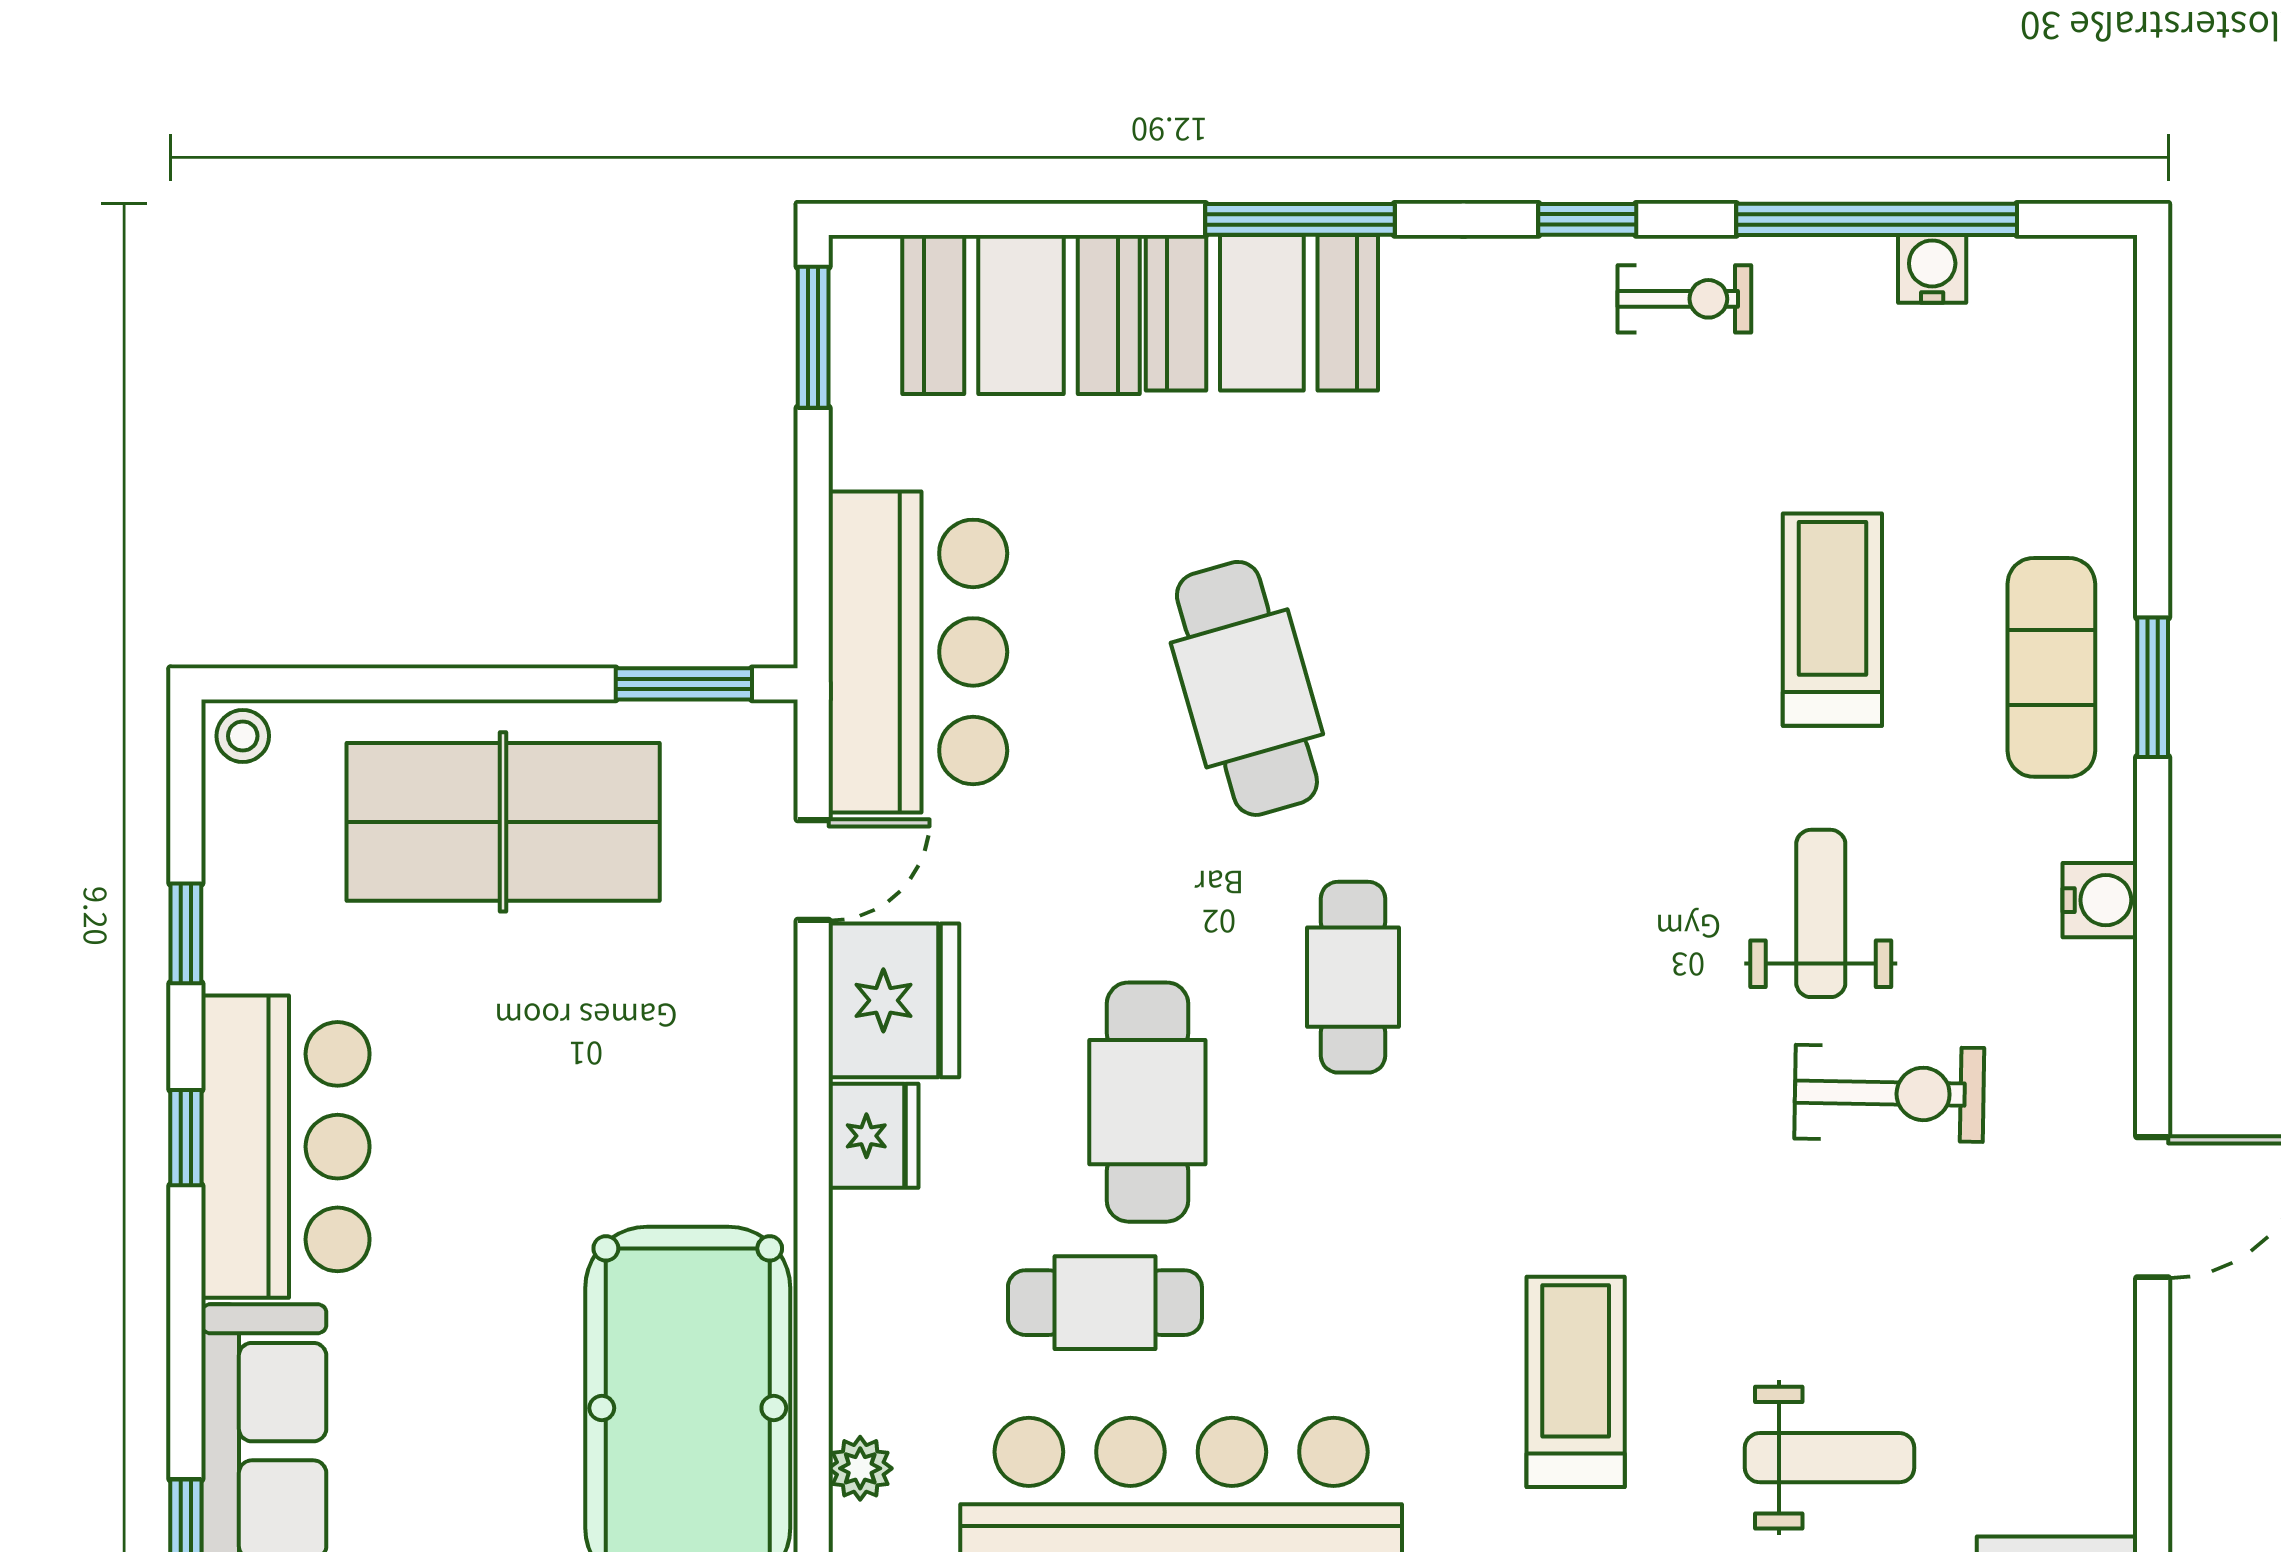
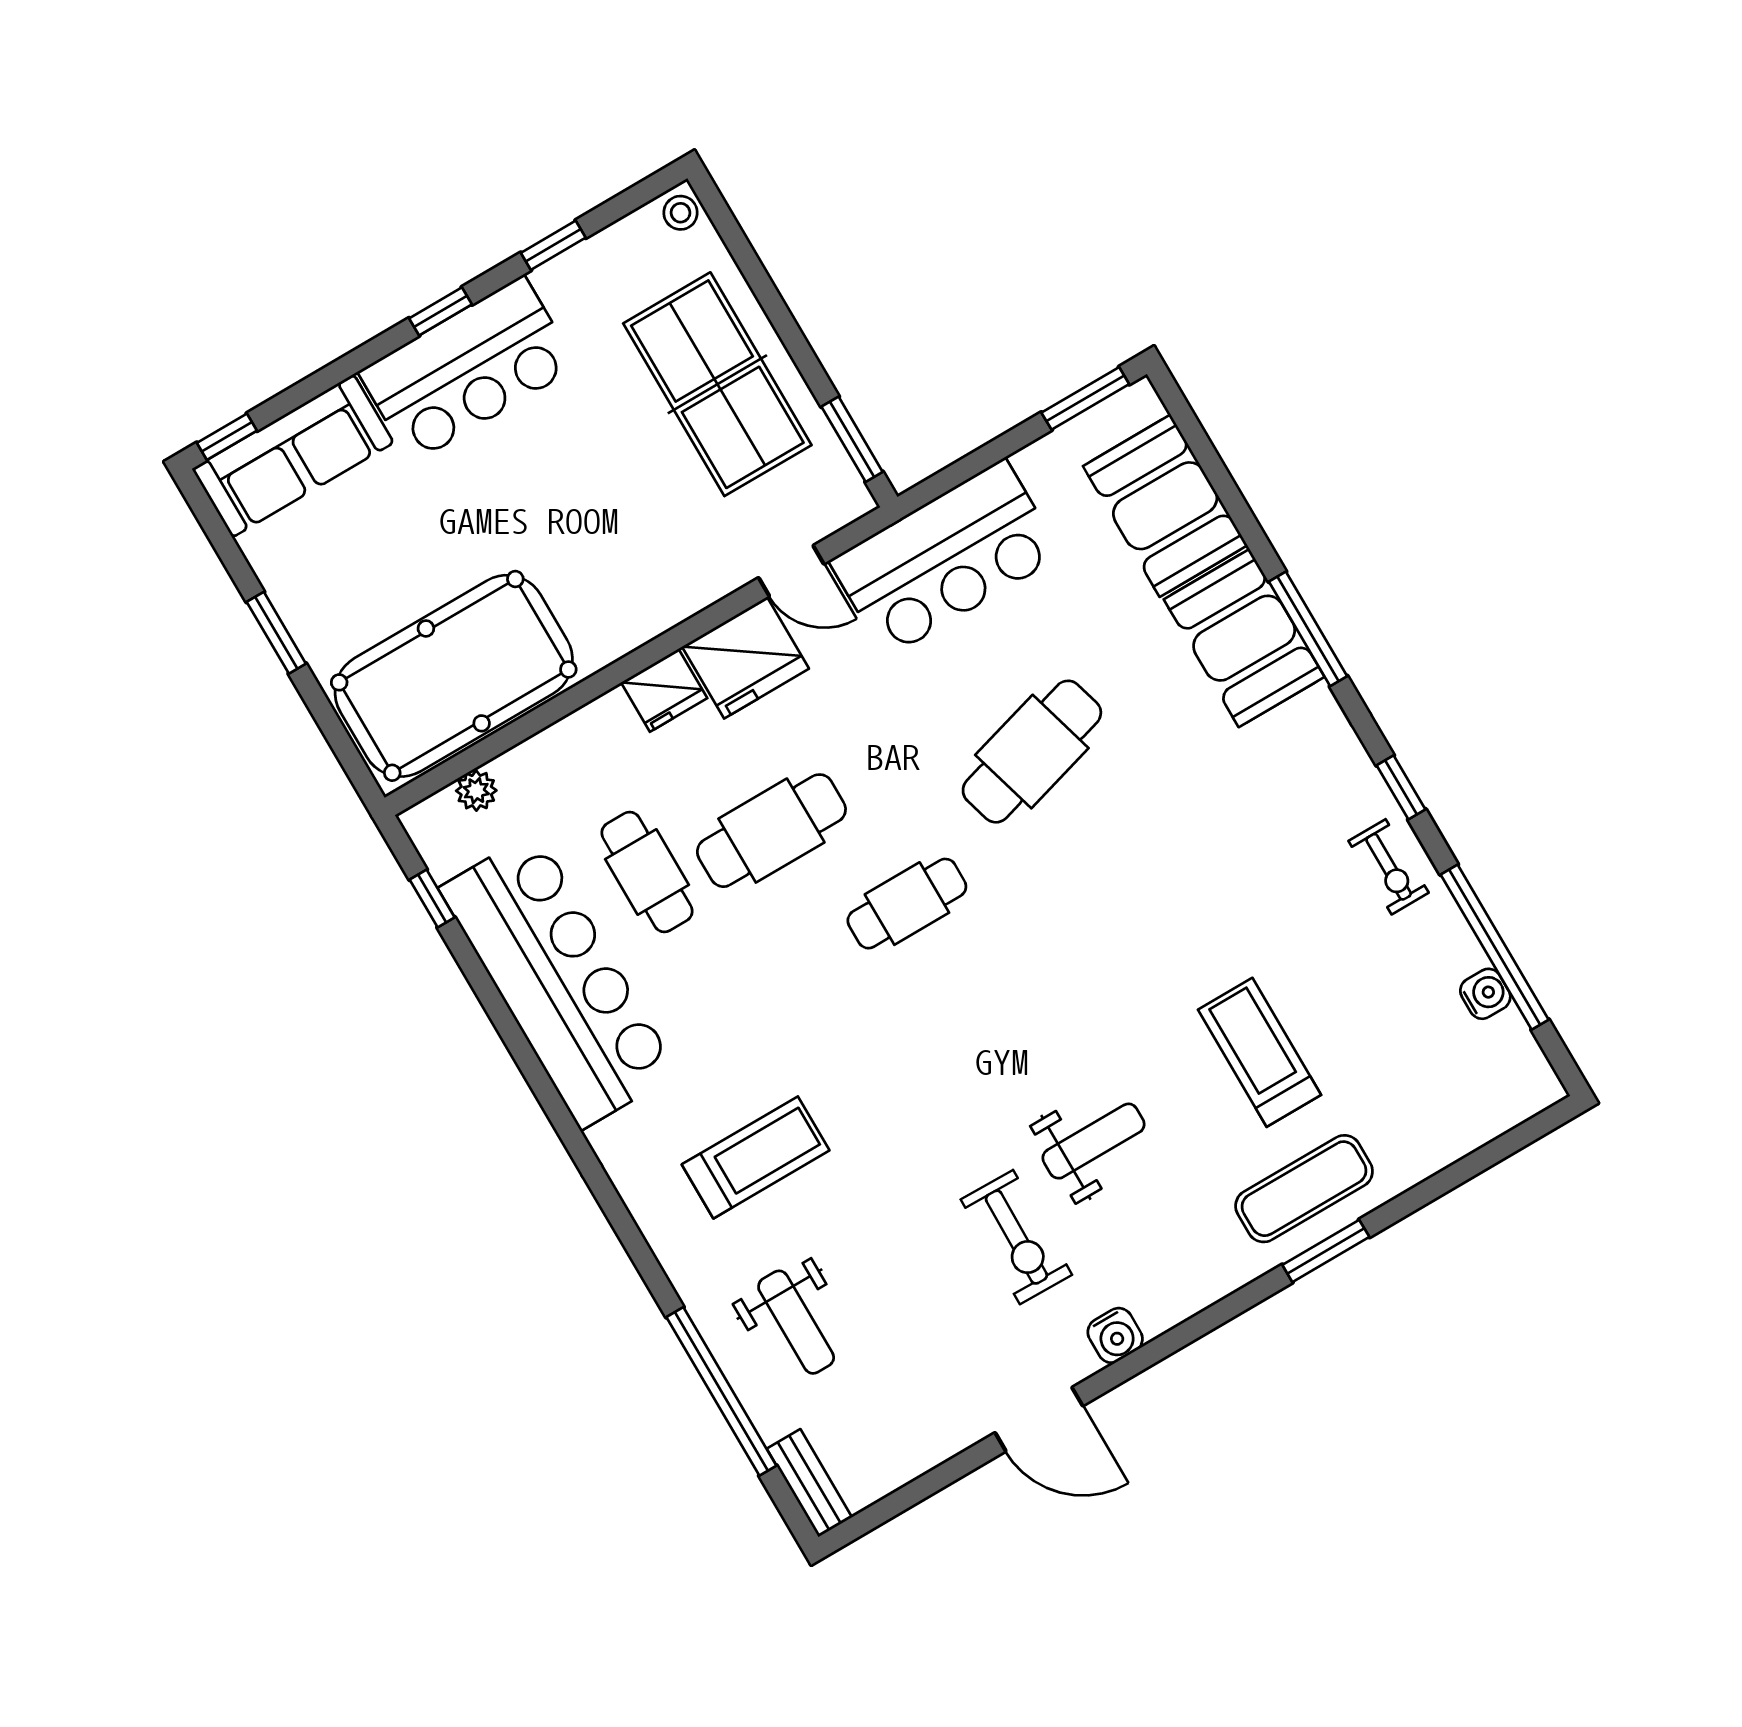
treadmill: (1832, 620) -> (1260, 1052), turned -90
water cooler: (2100, 900) -> (1115, 1335), moved

